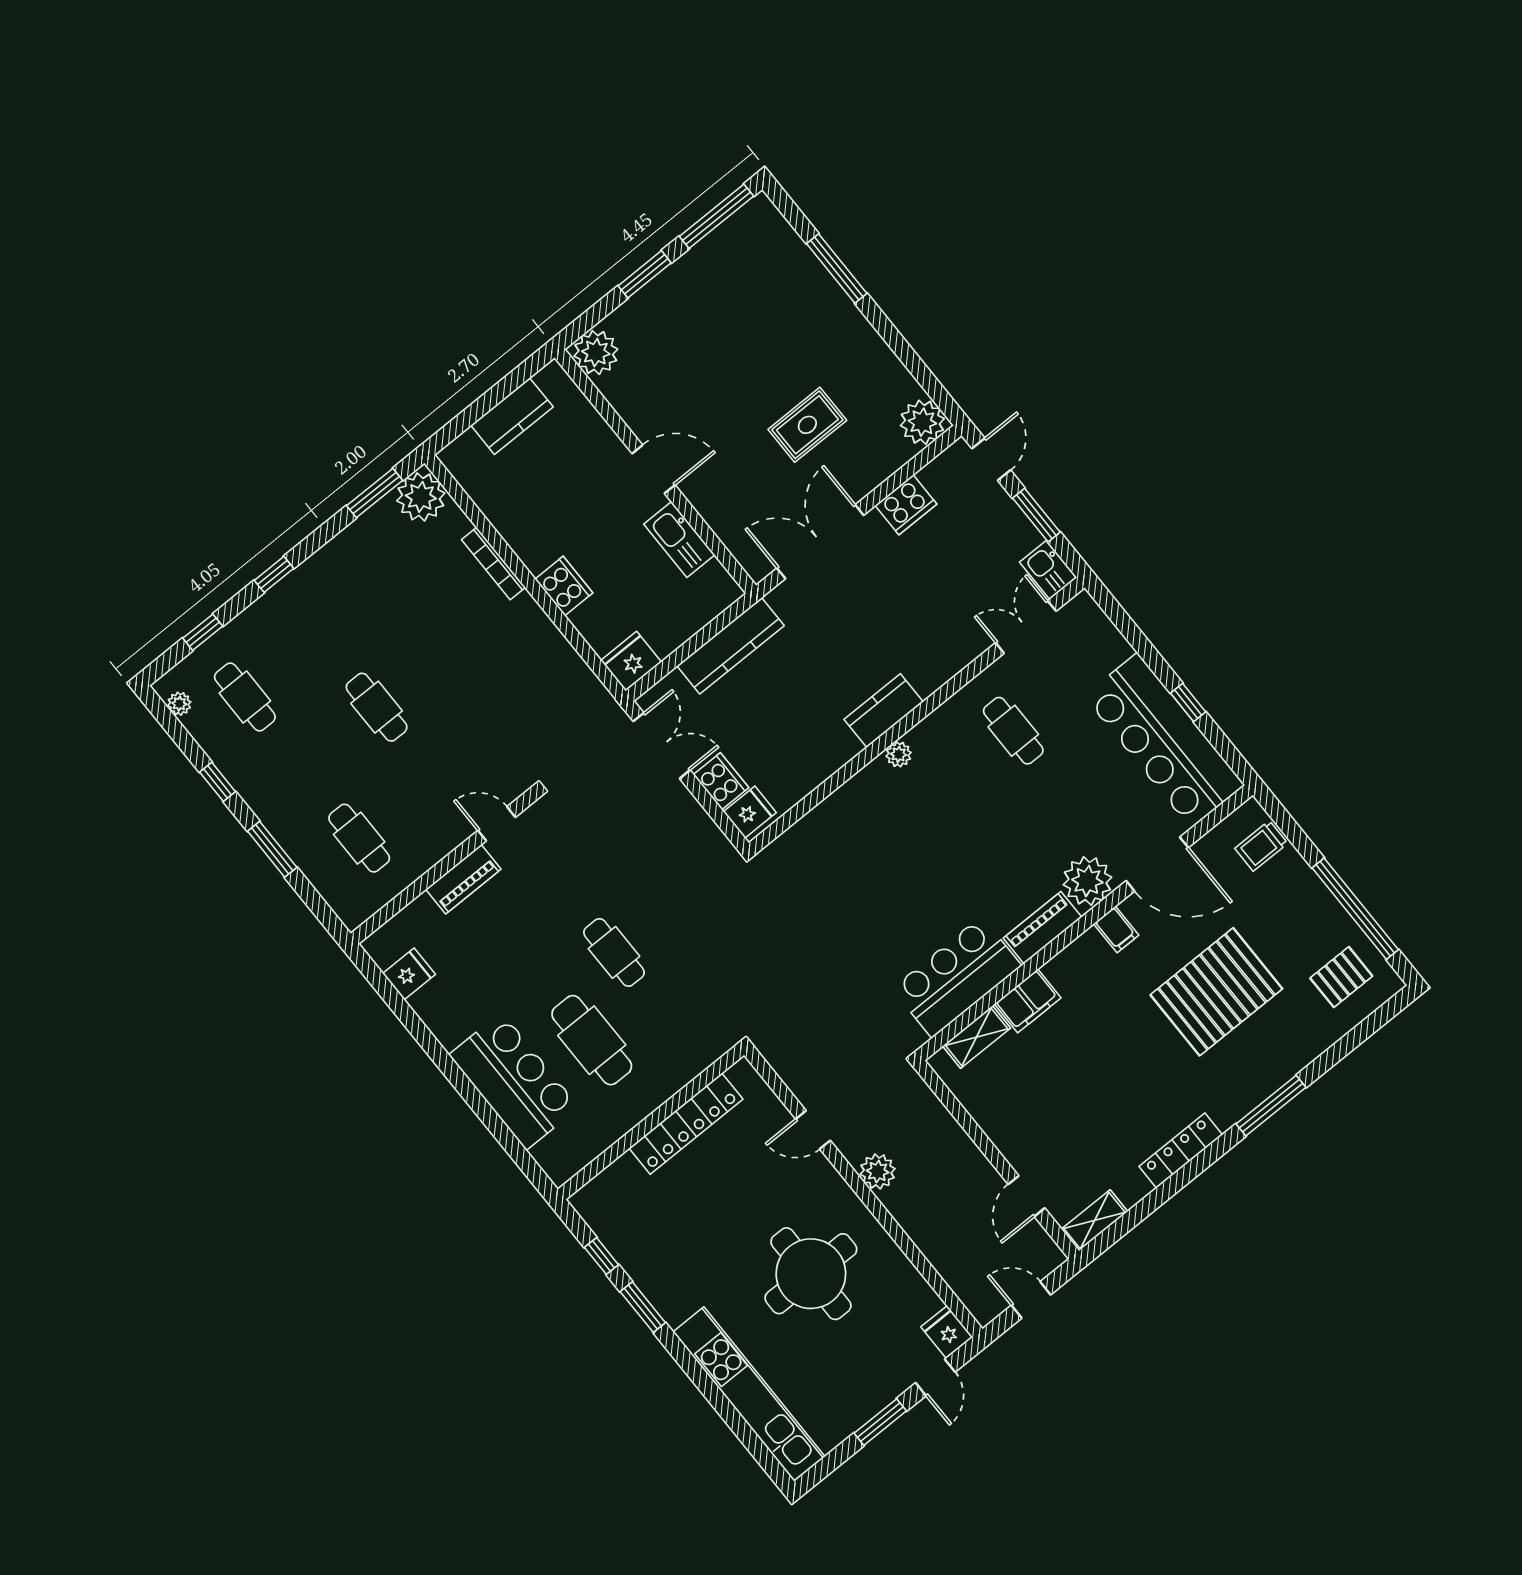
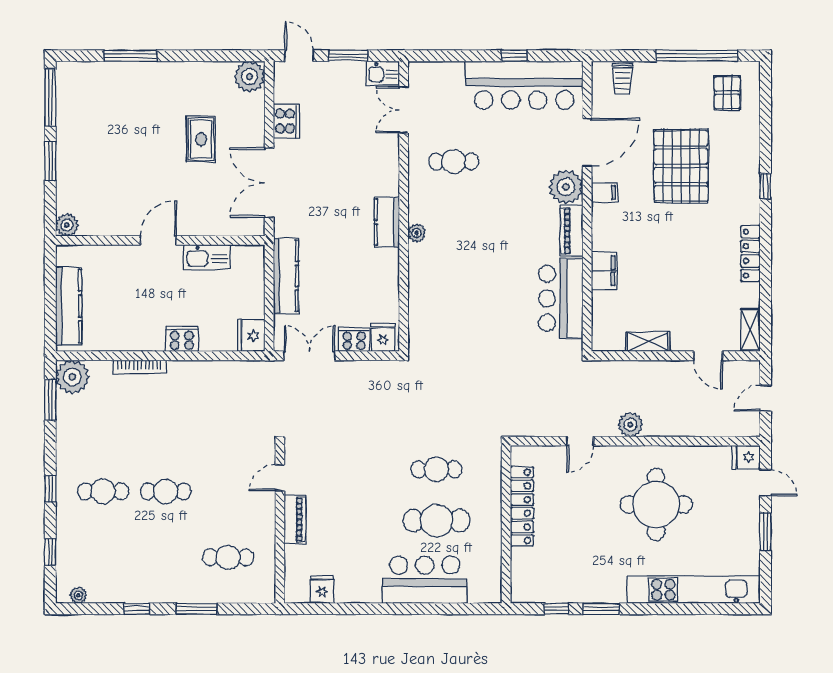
plant: (596, 353) -> (67, 225), width x0.73, depth x0.73
kitchen counter: (512, 416) -> (69, 306), width x1.50
cafe table: (245, 697) -> (103, 491), moved
cafe table: (614, 952) -> (436, 469), moved
shelving: (977, 1037) -> (648, 342), moved, turned 90
window: (1271, 1106) -> (765, 186), width x0.46

